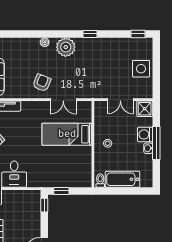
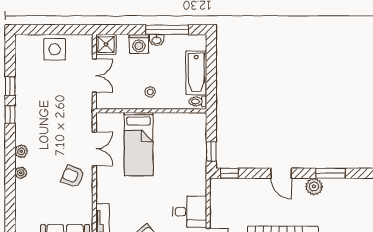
window: (138, 34) -> (10, 86), moved
plant: (66, 47) -> (21, 151), width x0.53, depth x0.53
window: (156, 143) -> (167, 30), moved

